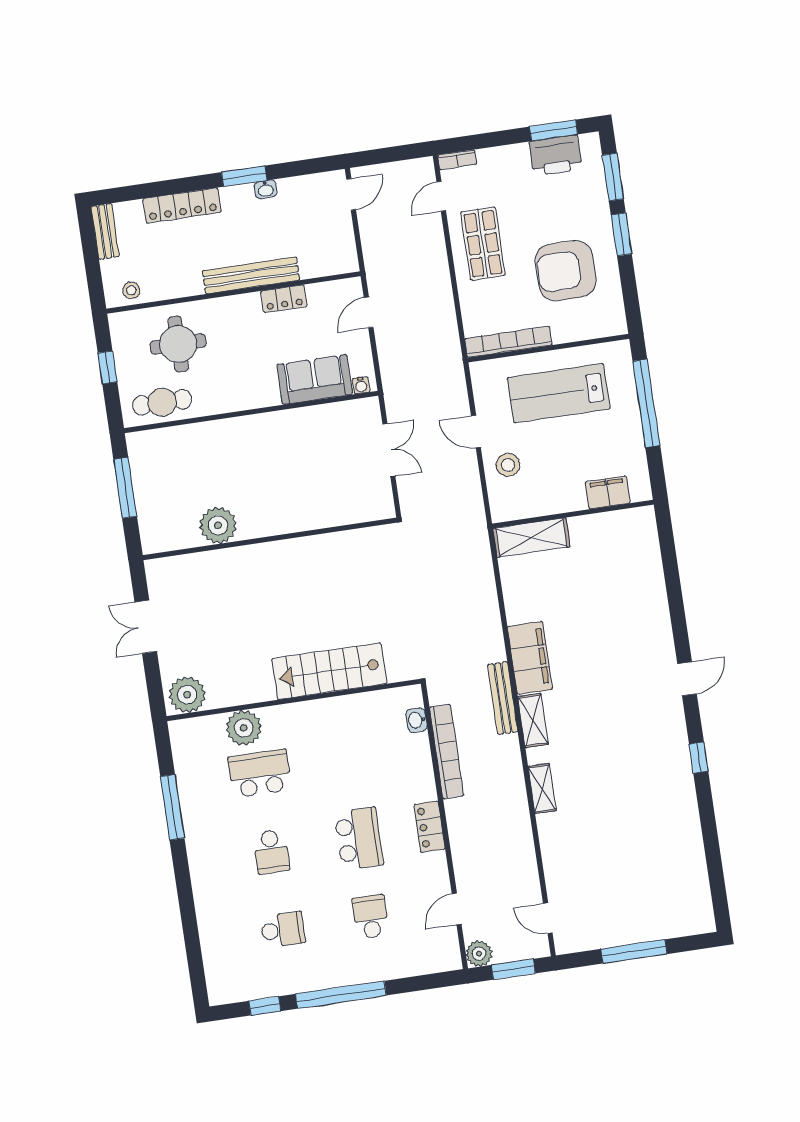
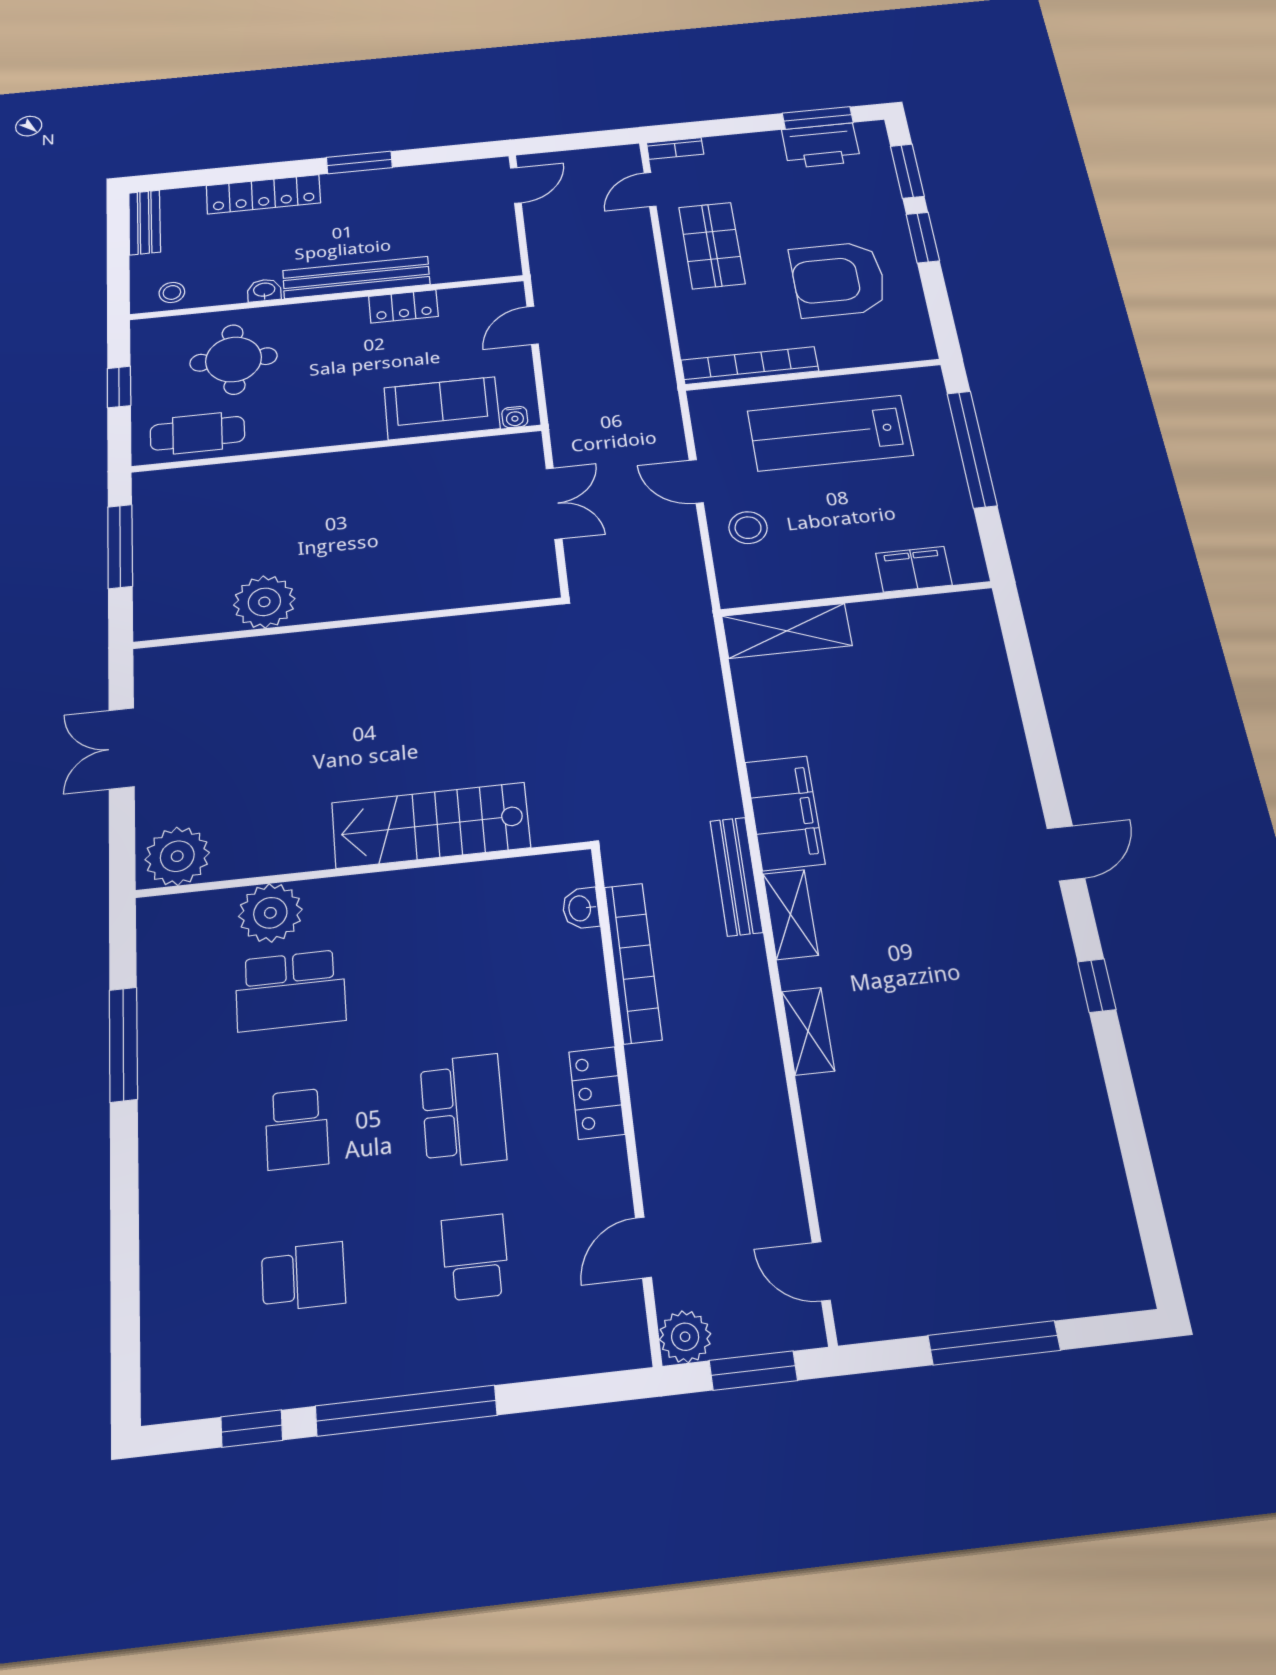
washbasin: (266, 189) -> (264, 290), moved, turned 180
school desk: (260, 774) -> (290, 990), turned 180

